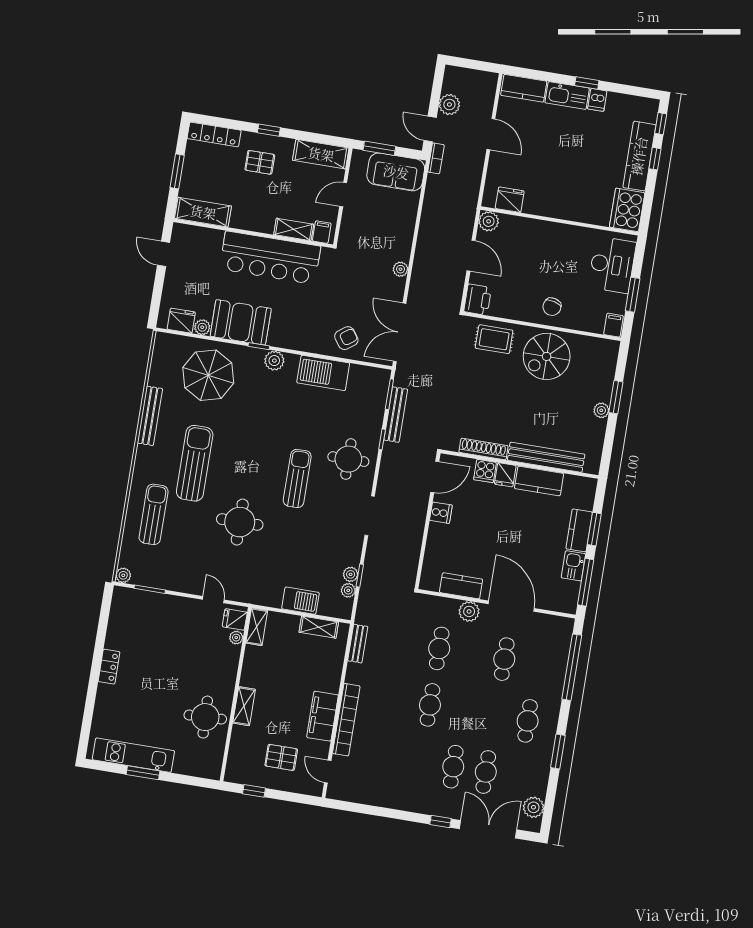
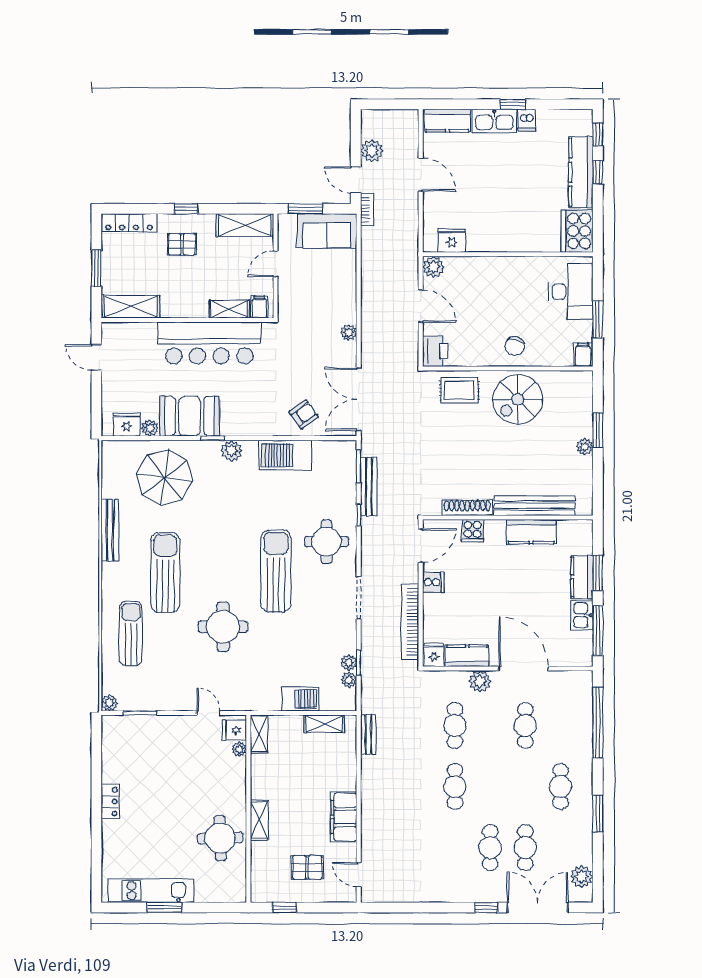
fridge: (505, 475) -> (434, 655), moved, turned 180
sun lounger: (297, 478) -> (276, 571), width x1.36, depth x1.34
bookcase: (346, 720) -> (410, 622), moved, turned 180

